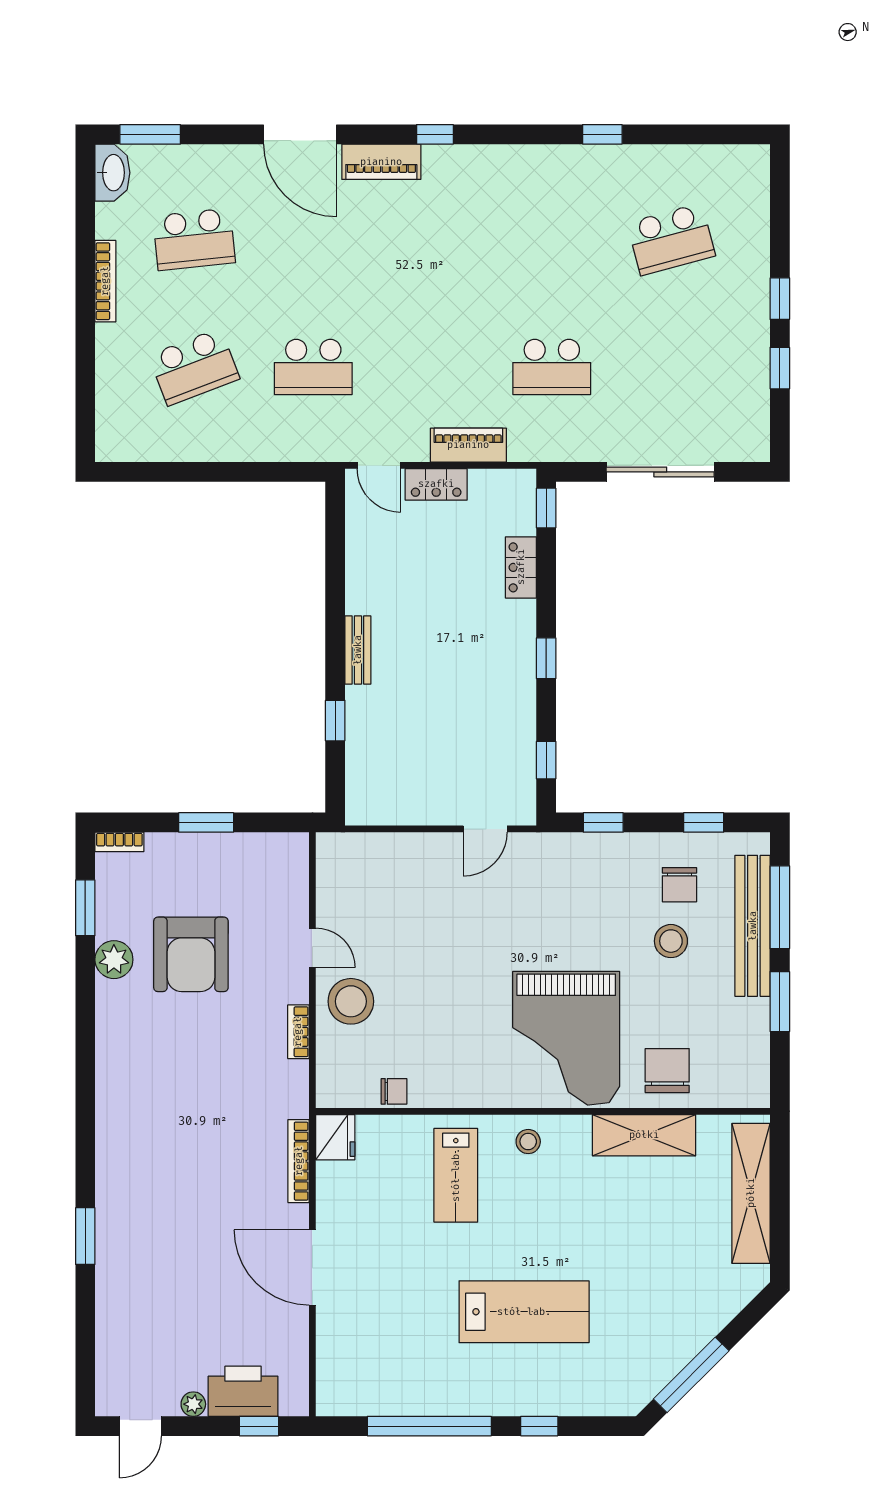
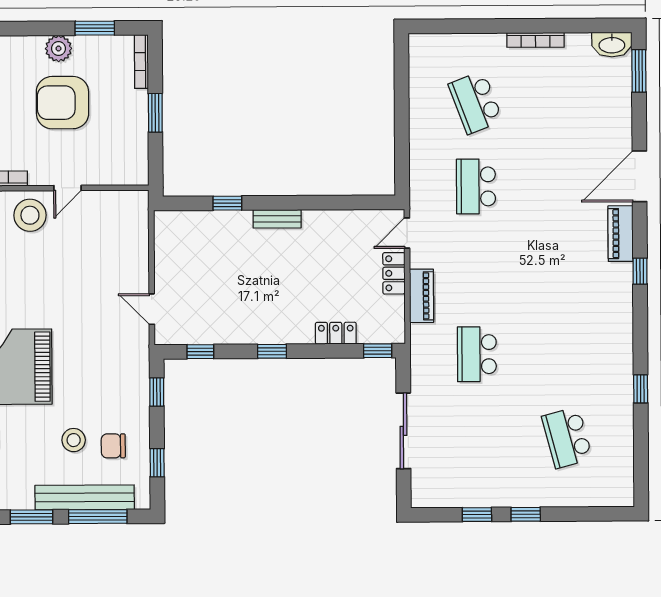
school desk: (194, 239) -> (565, 102), removed
bookcase: (119, 842) -> (141, 62), width x1.56

